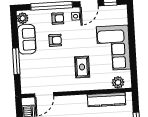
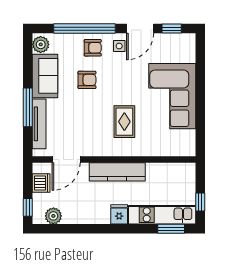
tv unit: (25, 72) -> (39, 124), added
plant: (118, 82) -> (176, 147), removed
kitchen counter: (107, 100) -> (117, 172), moved

